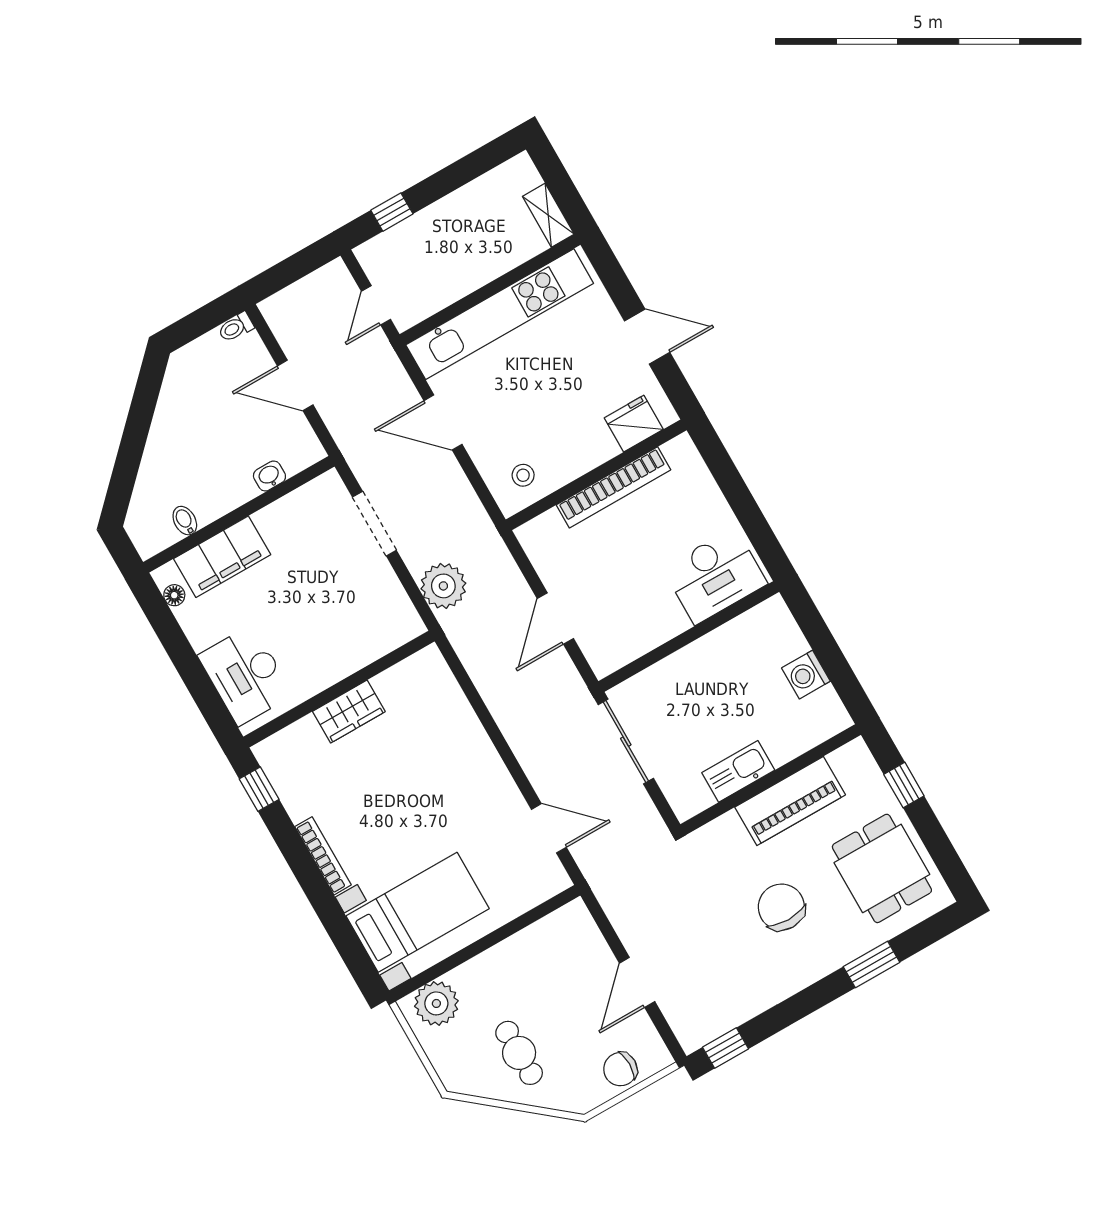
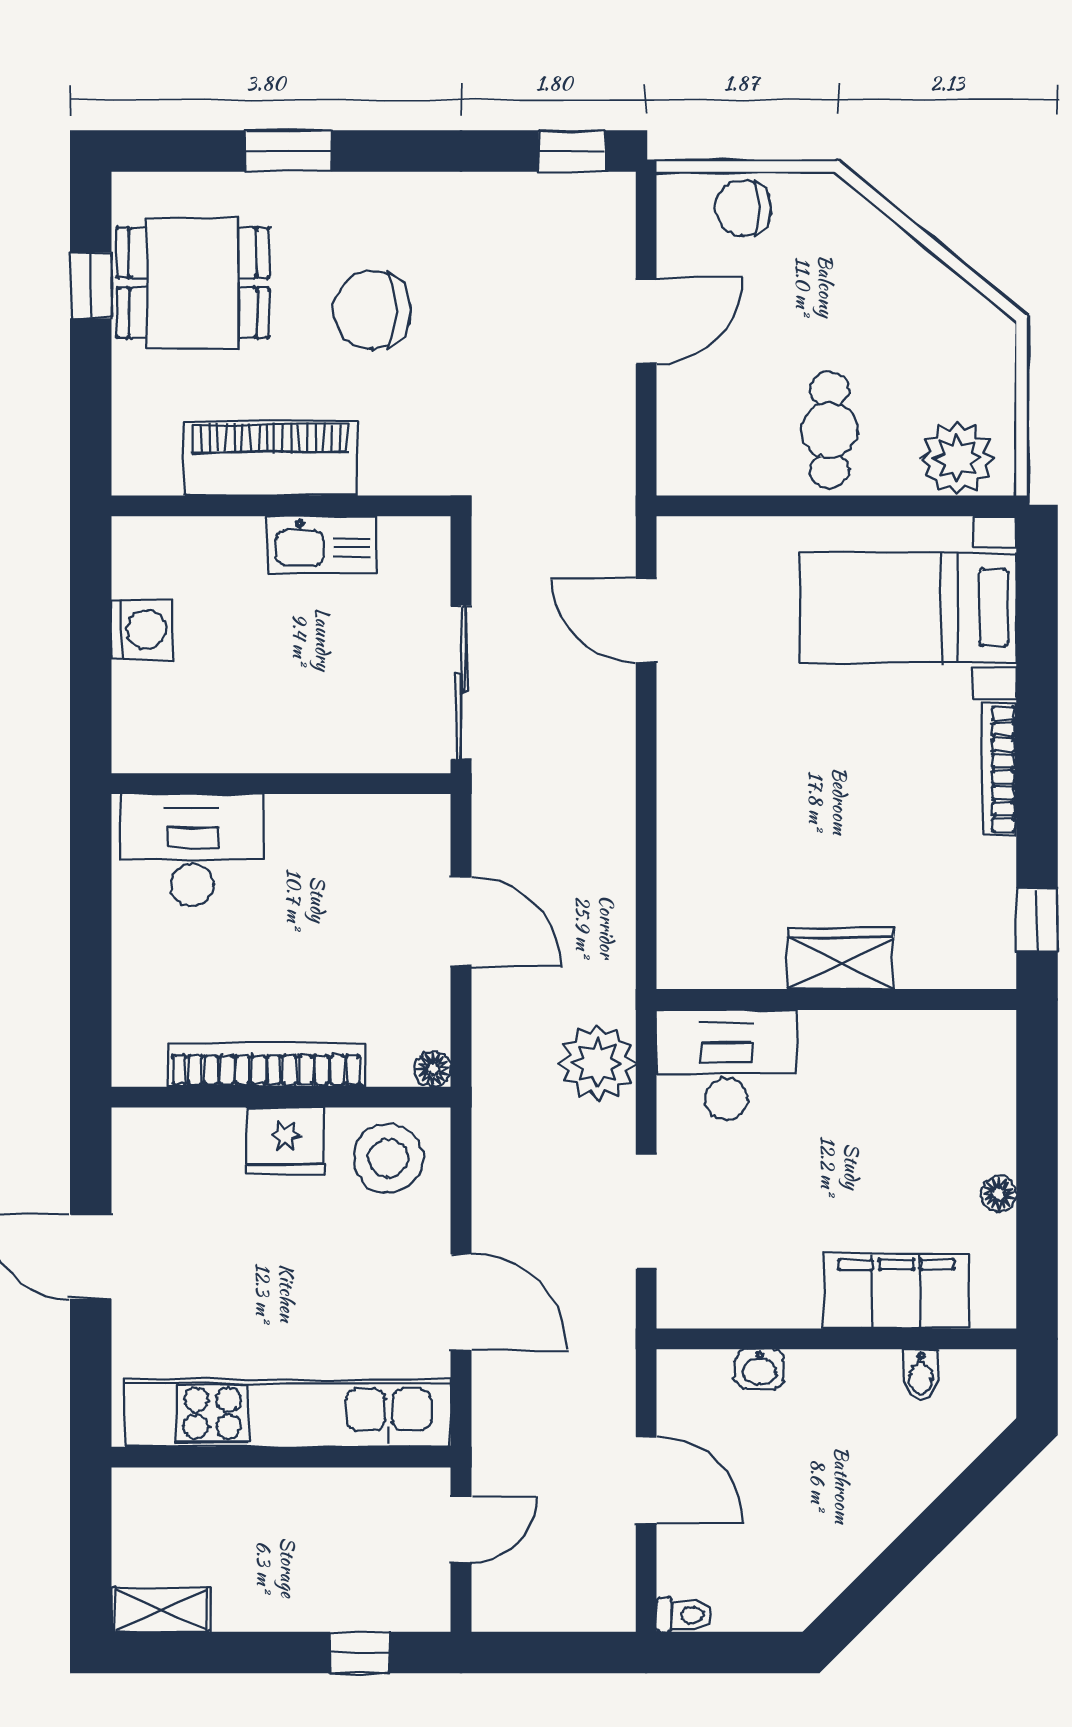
shelving: (548, 215) -> (161, 1610), moved, turned 90
fridge: (634, 424) -> (285, 1141), moved
stool: (523, 475) -> (388, 1158), width x1.89, depth x1.89
floor lamp: (526, 534) -> (433, 1069), added
floor lamp: (174, 595) -> (999, 1194), moved
door: (555, 619) -> (461, 921), hinge flipped
desk: (245, 675) -> (726, 1065), moved, turned -90
window: (904, 785) -> (91, 285), moved
dining table: (882, 868) -> (193, 283), turned 90
chair: (781, 907) -> (372, 310), turned 90
cafe table: (519, 1053) -> (830, 430), moved
chair: (620, 1069) -> (743, 208), turned 180

